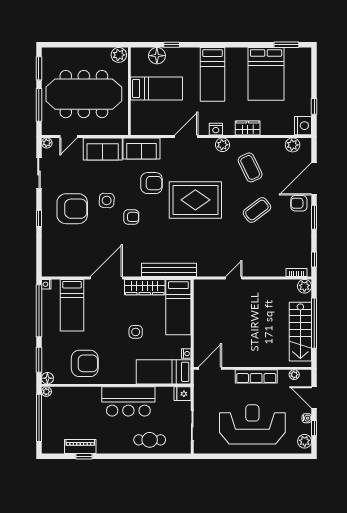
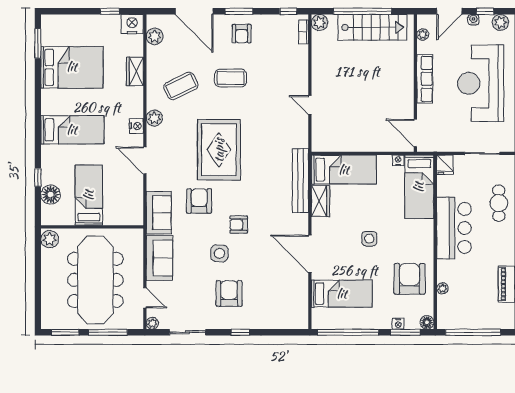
wardrobe: (248, 128) -> (135, 71), moved
armchair: (299, 203) -> (242, 34), moved
armchair: (72, 209) -> (229, 294), width x0.73, depth x0.73
coffee table: (257, 210) -> (231, 78), turned -53
armchair: (131, 217) -> (239, 225), turned -90
nightstand: (46, 284) -> (398, 324), moved
wardrobe: (145, 287) -> (320, 201), width x0.67
side table: (136, 332) -> (369, 239), moved
plant: (46, 392) -> (442, 288), moved

